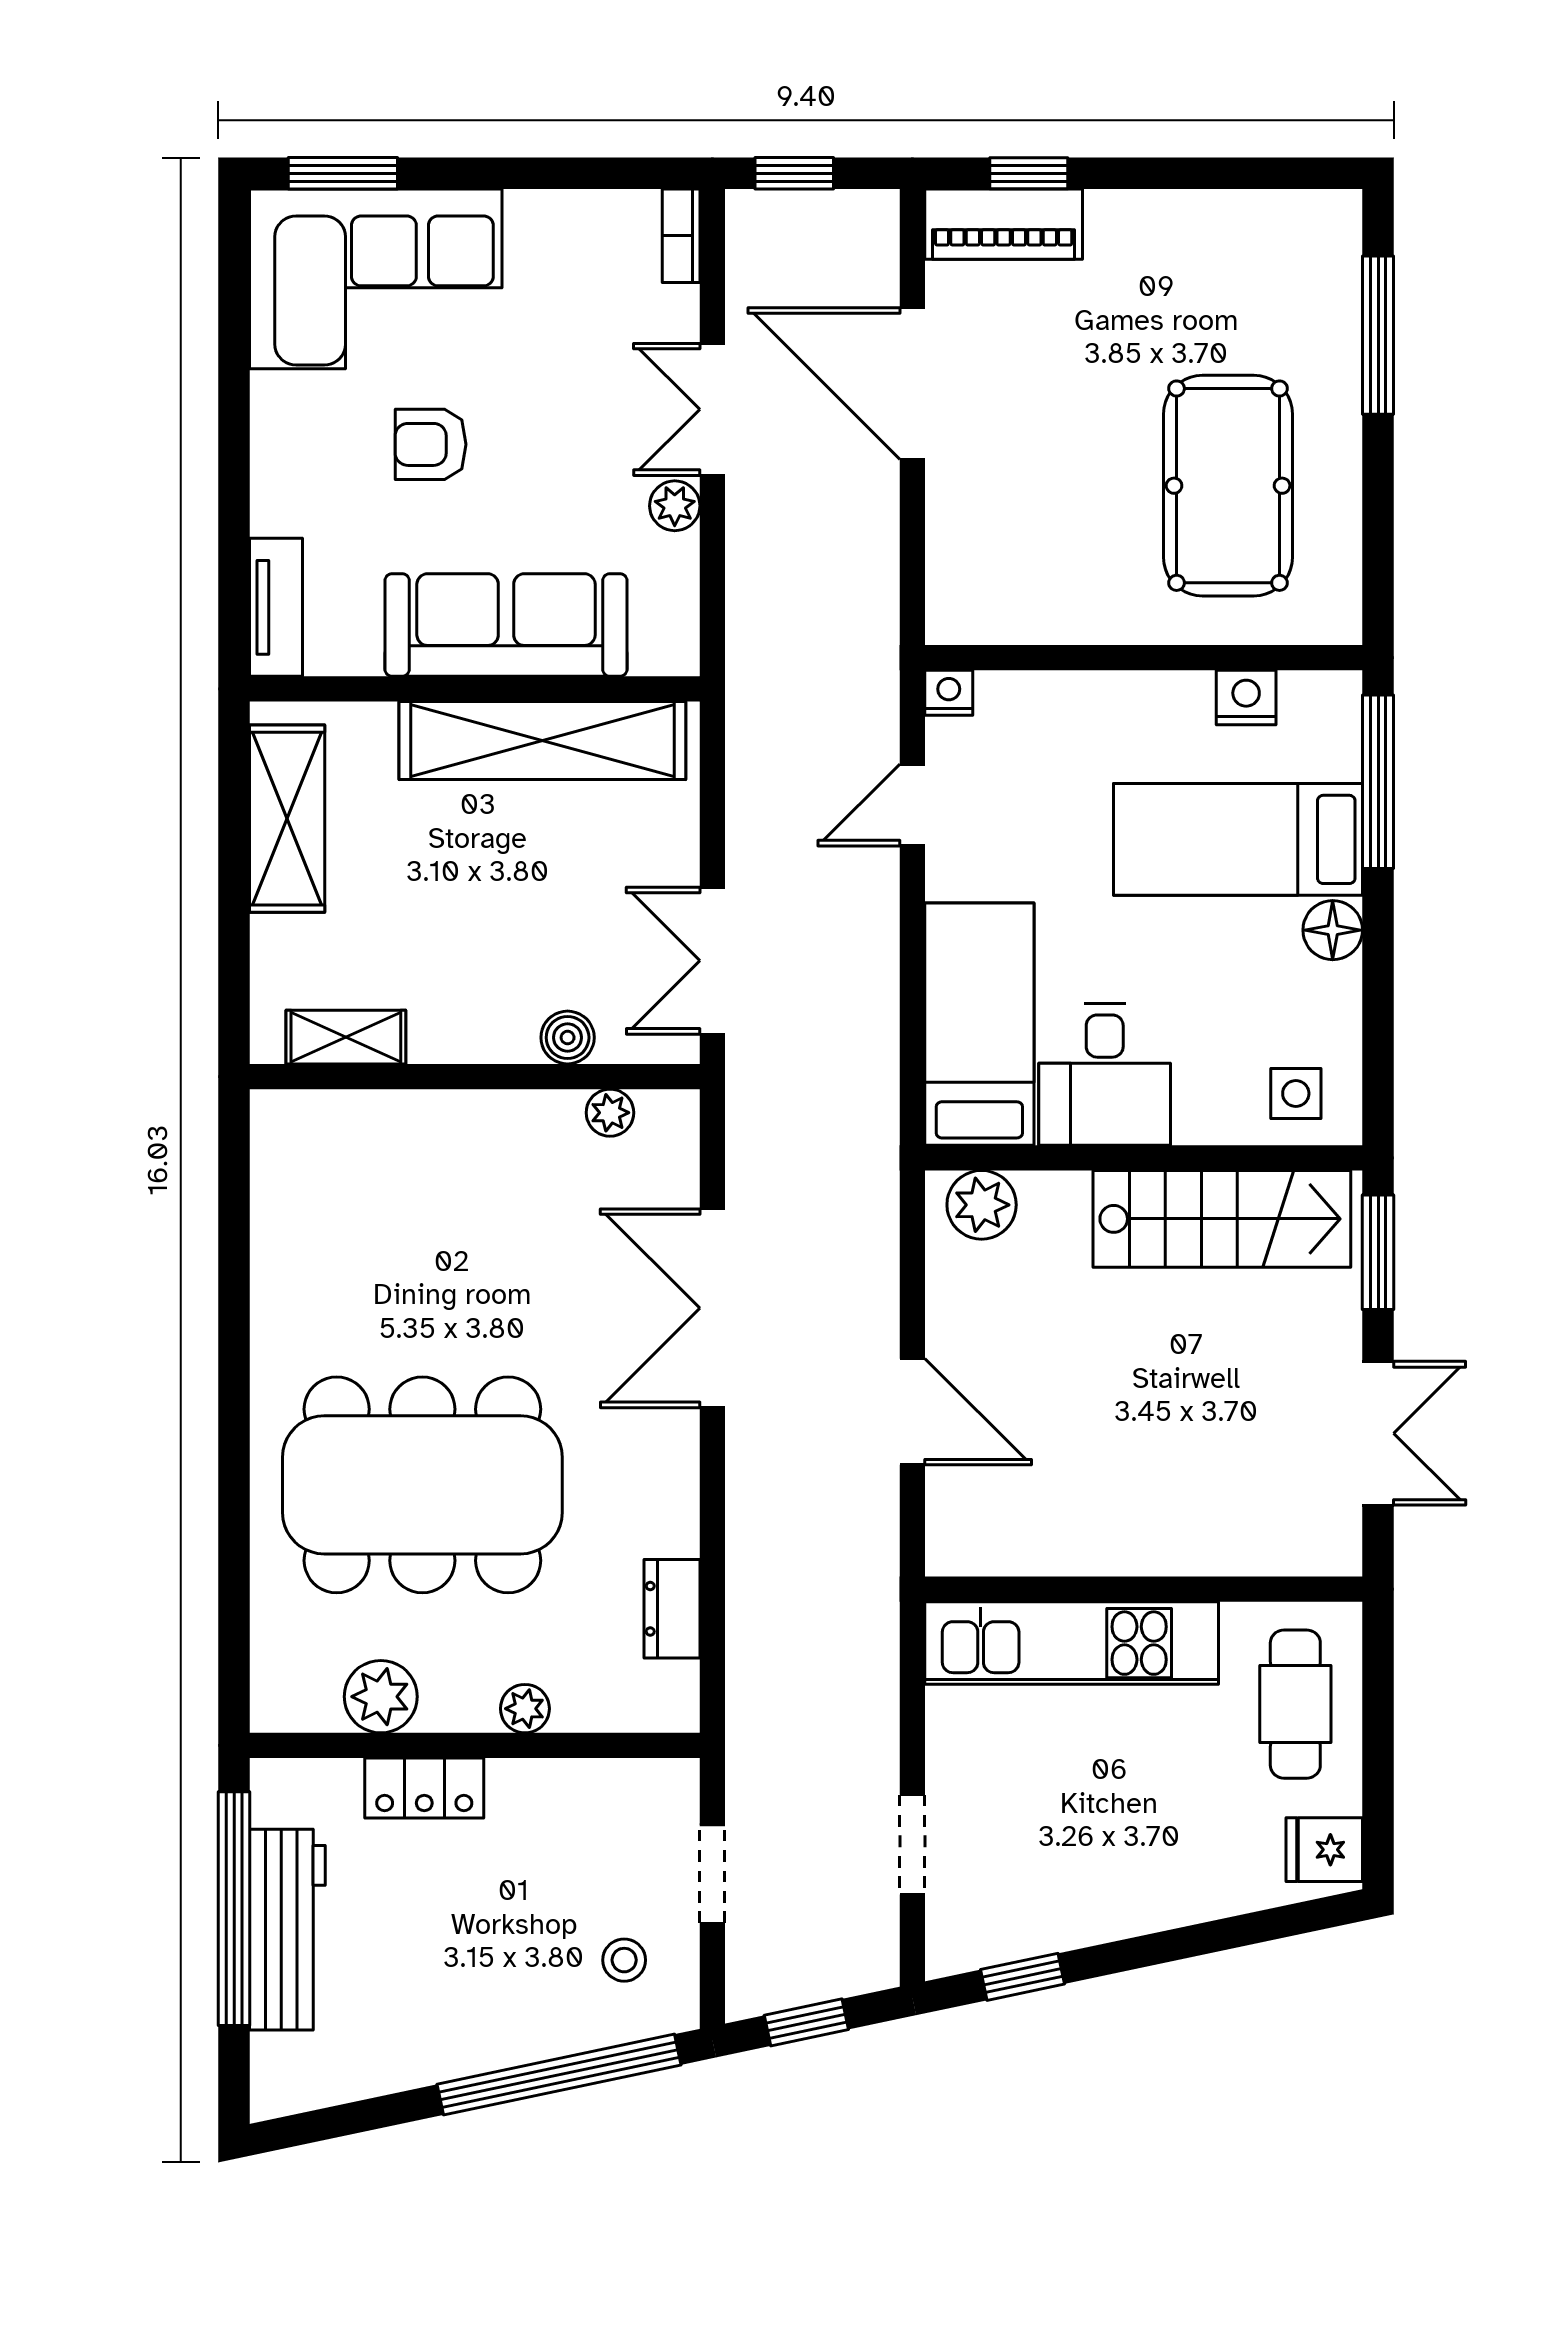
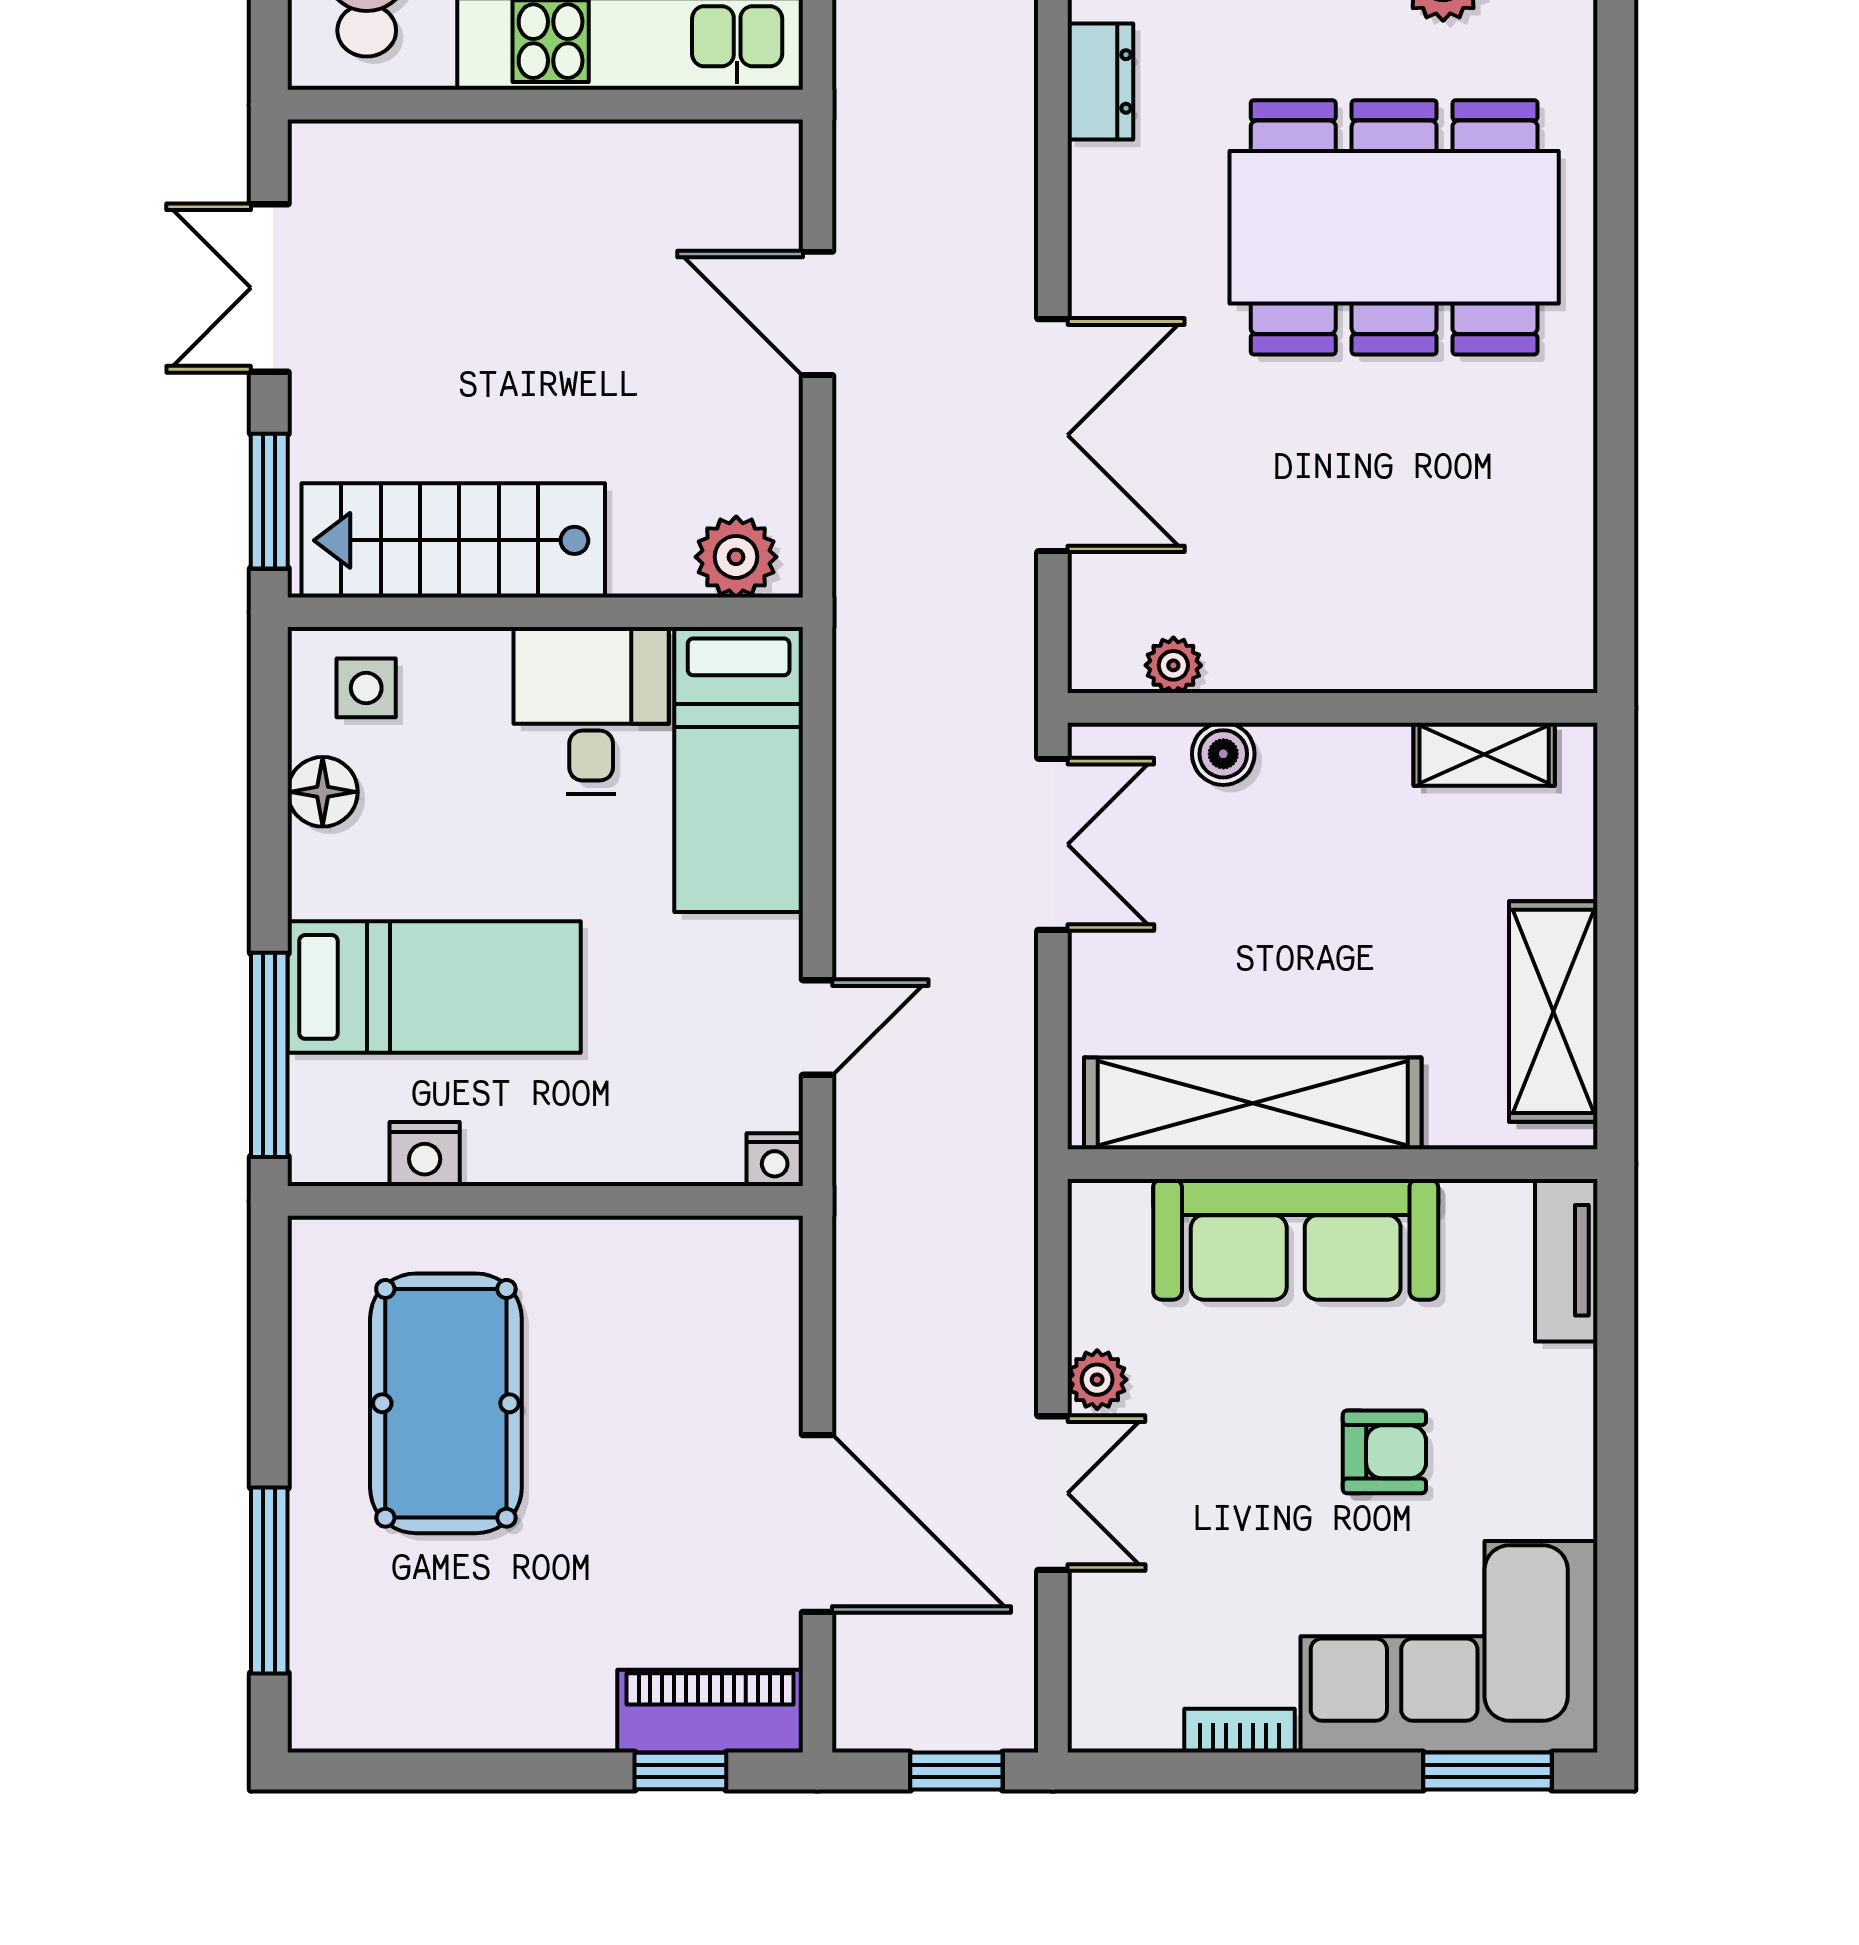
bookcase: (681, 236) -> (1240, 1731), moved, turned -90
floor lamp: (1333, 930) -> (323, 792), moved

